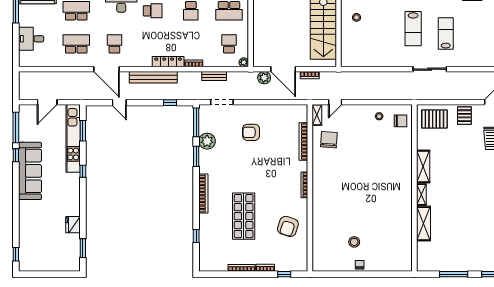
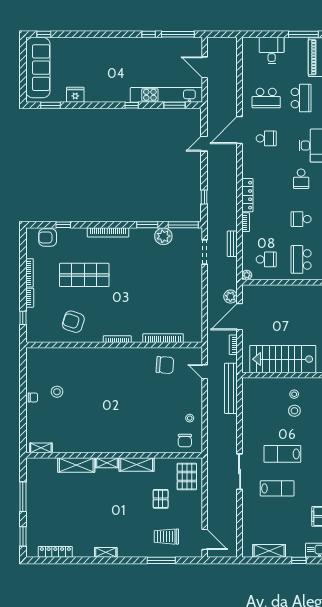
stool: (372, 17) -> (294, 411), added
school desk: (76, 44) -> (266, 98), turned 90
bench: (153, 77) -> (231, 388), moved
shelving: (317, 115) -> (41, 448), moved
pallet: (464, 116) -> (161, 499), moved, turned 90
armchair: (251, 132) -> (48, 237), moved, turned -90
sofa: (30, 171) -> (38, 68), moved, turned -90

